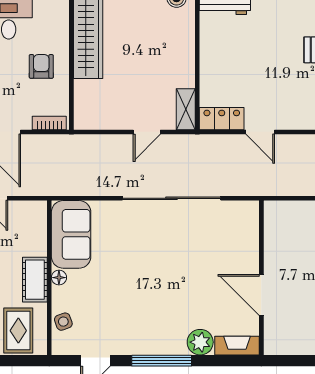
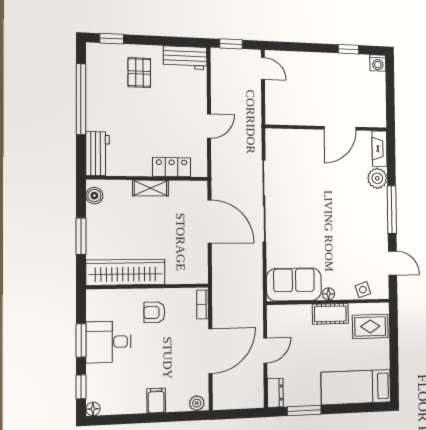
shelving: (186, 109) -> (150, 188), moved
locker: (222, 119) -> (172, 167), moved, turned 90
door: (147, 132) -> (210, 221), width x1.88

